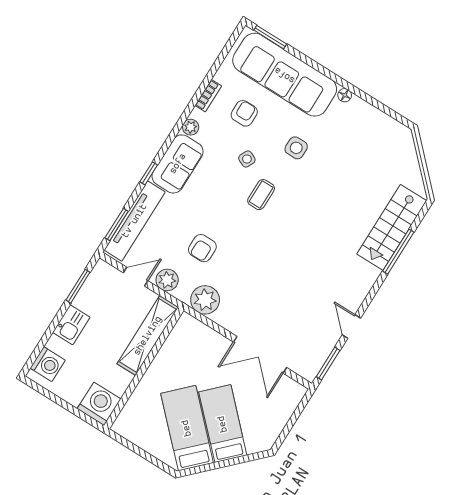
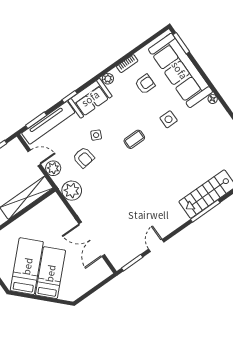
side table: (247, 159) -> (96, 135), moved
armchair: (202, 248) -> (84, 157), turned -98

